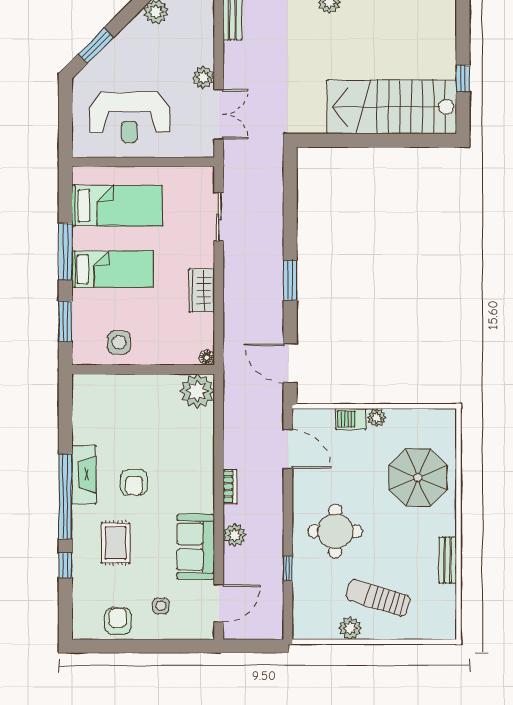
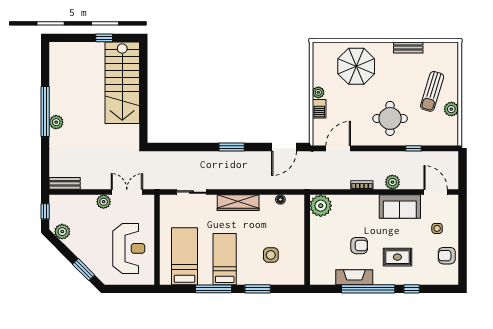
wardrobe: (202, 291) -> (238, 203), width x1.50
wall: (143, 369) -> (307, 240), moved
plant: (197, 391) -> (321, 206), moved

